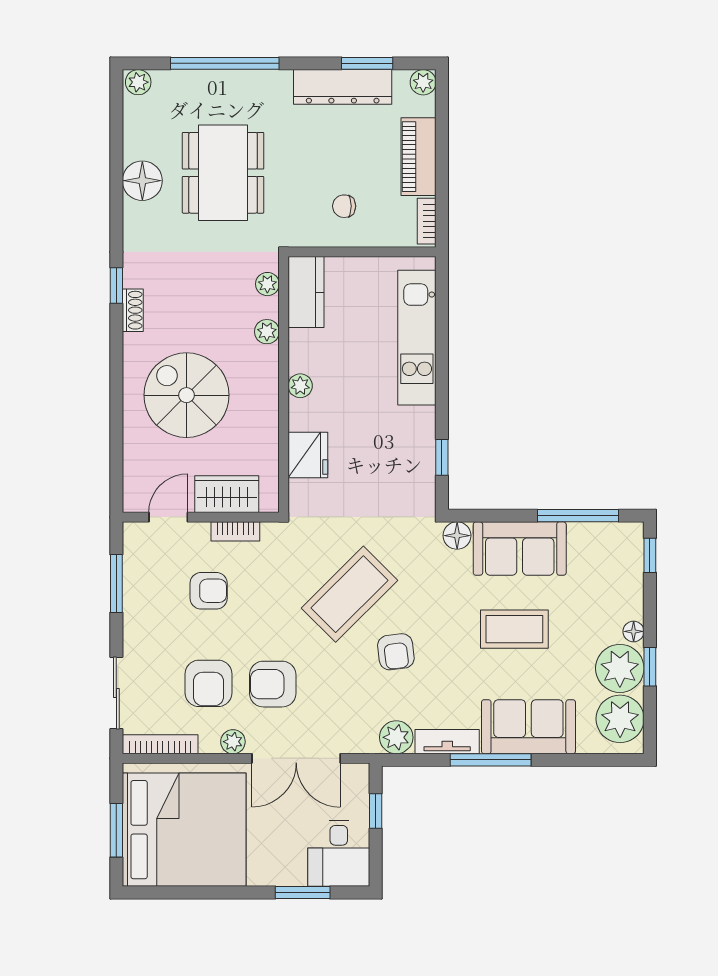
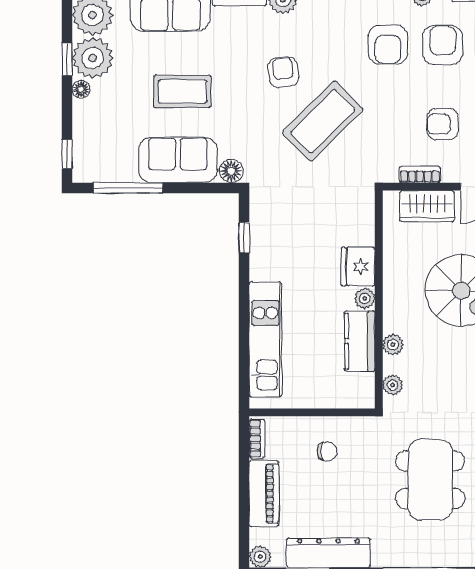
kitchen counter: (306, 292) -> (360, 341), moved
fridge: (308, 455) -> (358, 267), moved
armchair: (273, 684) -> (388, 45), turned 90

